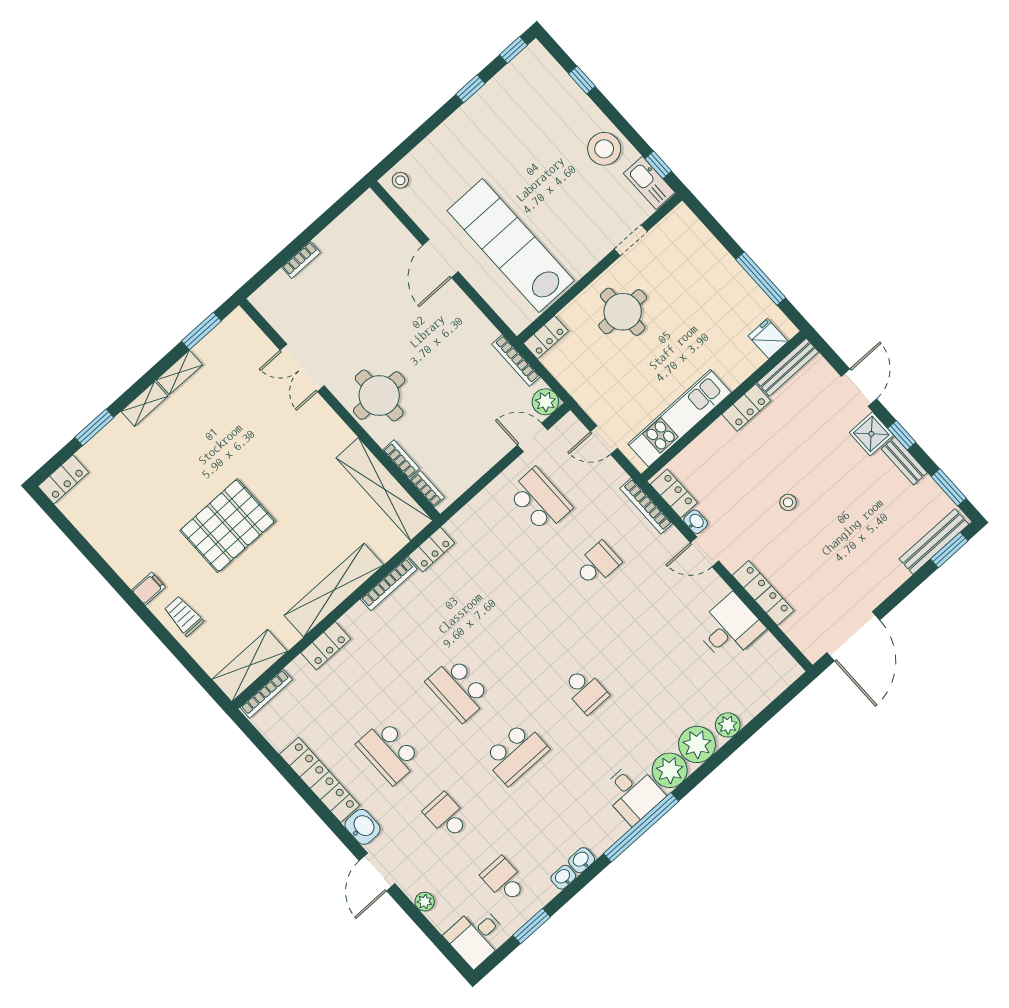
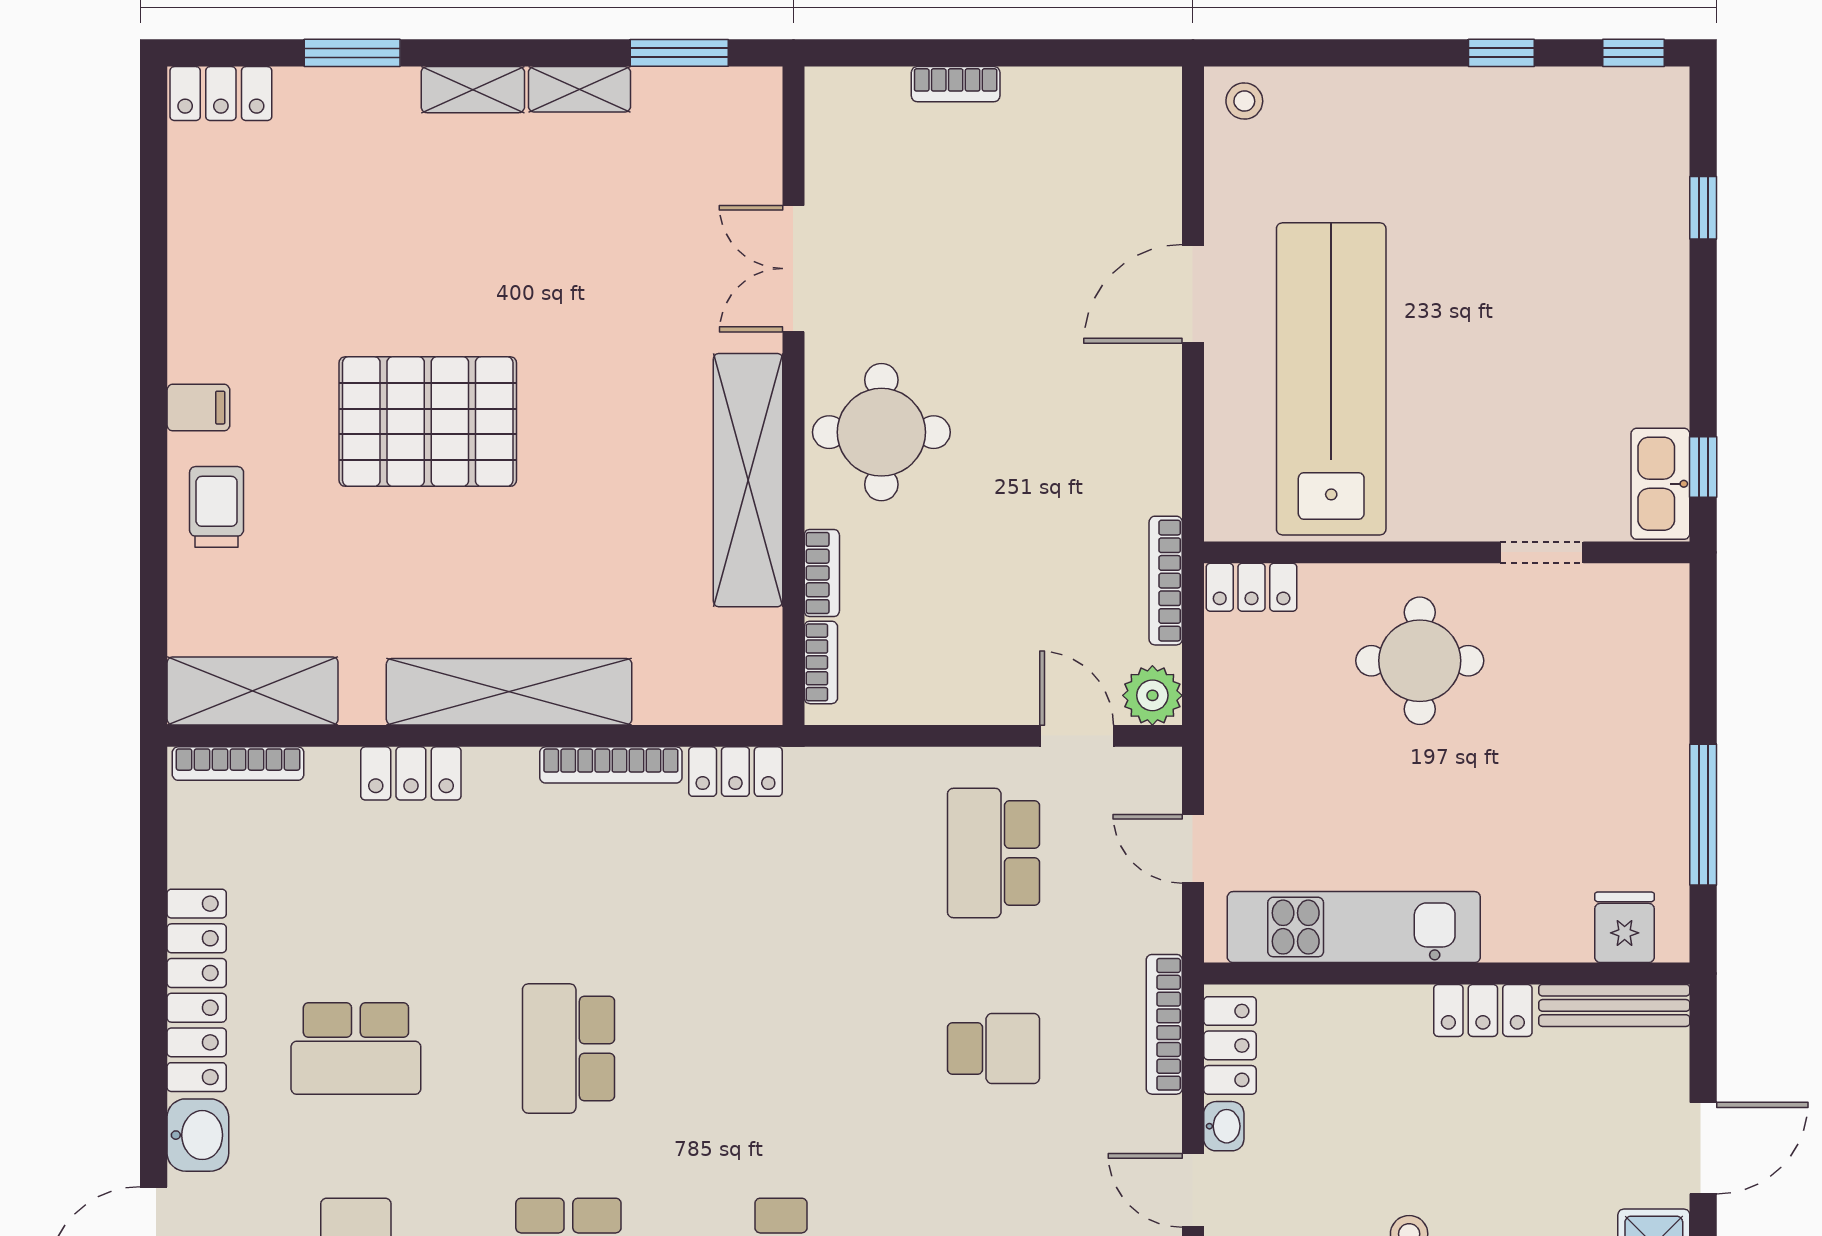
stool: (604, 149) -> (1636, 358), removed
shelving: (384, 489) -> (748, 480), moved
school desk: (540, 500) -> (993, 853), turned 180
school desk: (389, 752) -> (356, 1049), turned -90

